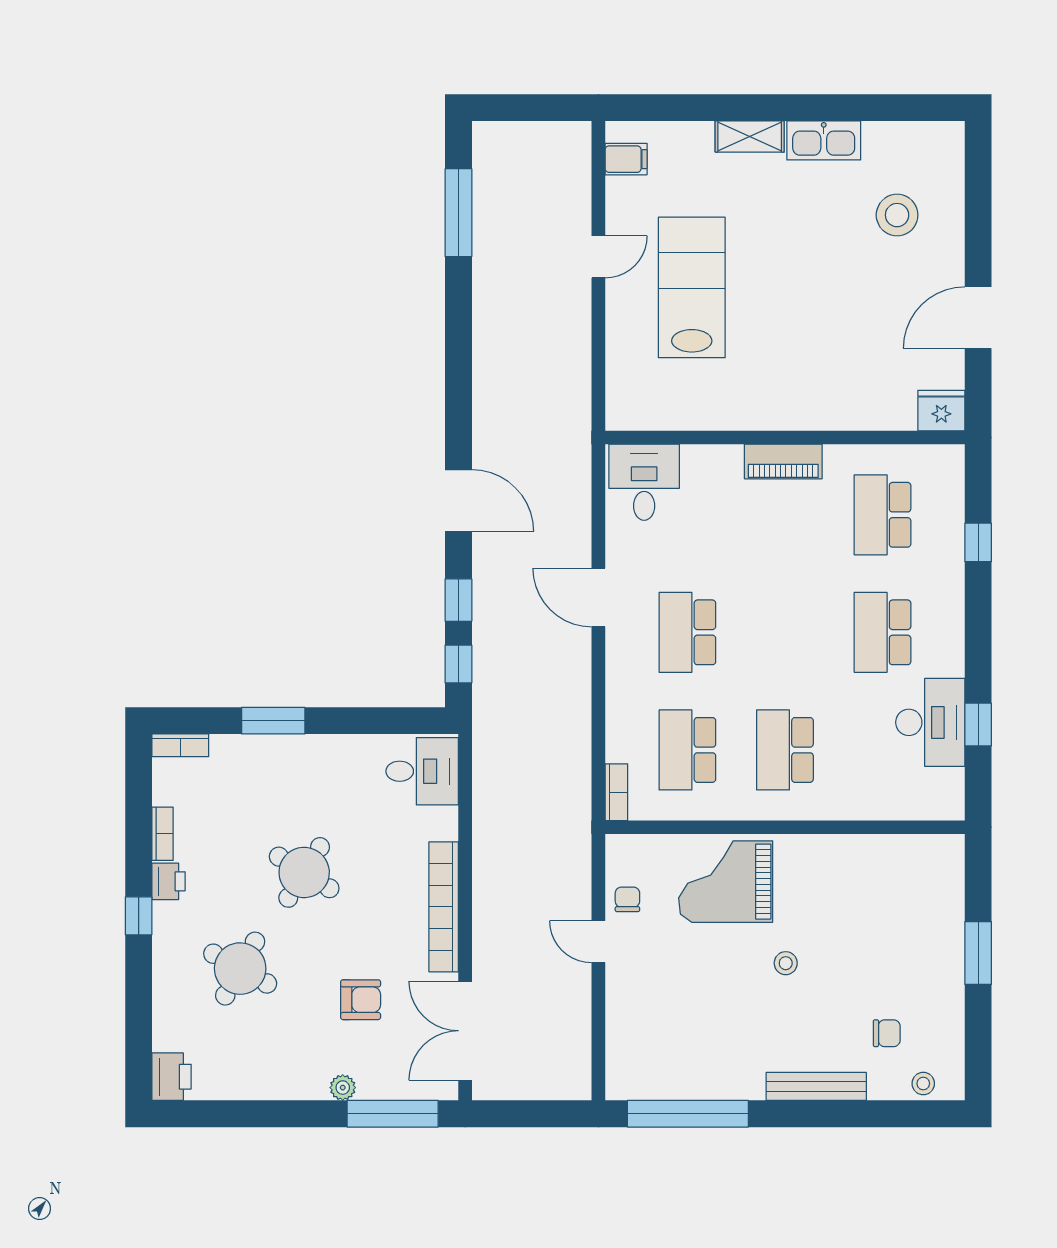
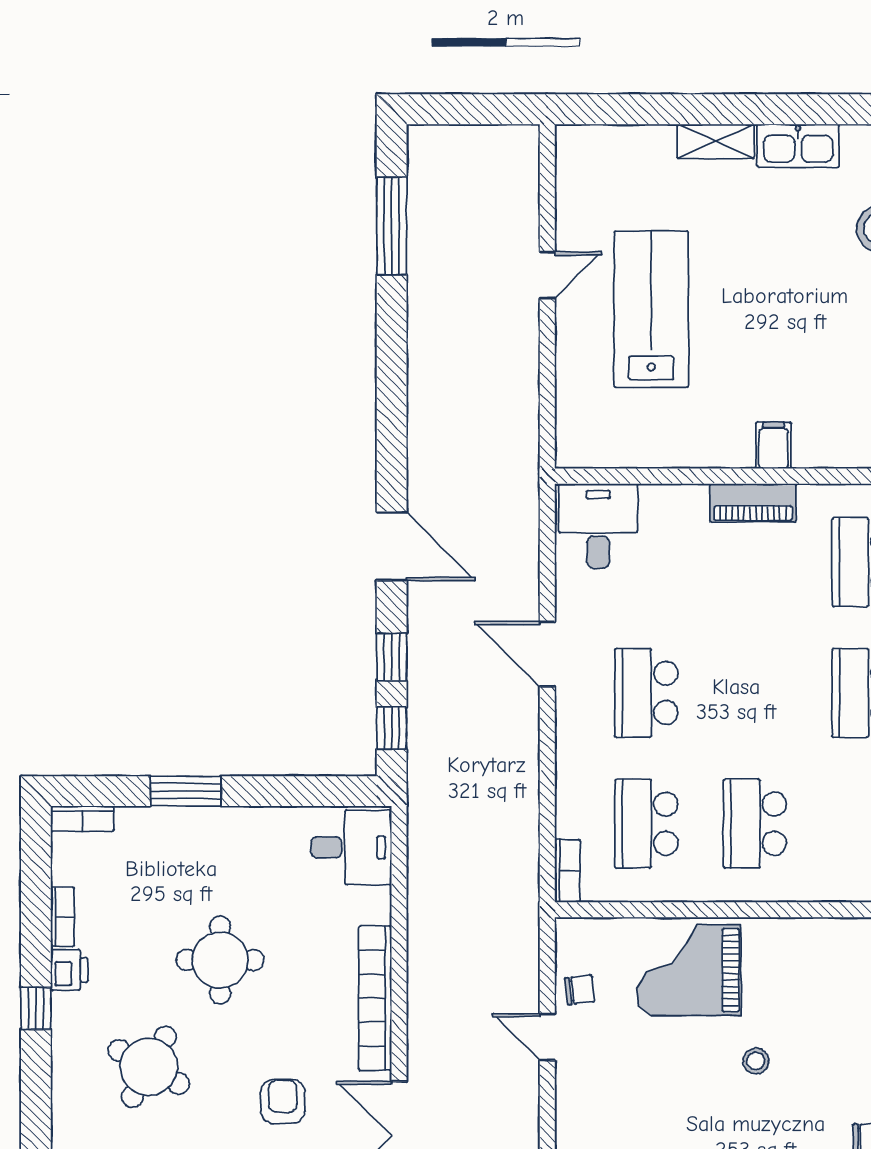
filing cabinet: (626, 159) -> (774, 445), moved, turned -90
round table: (304, 872) -> (220, 960), turned -32
chair: (627, 899) -> (580, 990), turned 83
armchair: (361, 1000) -> (283, 1102), turned -90

